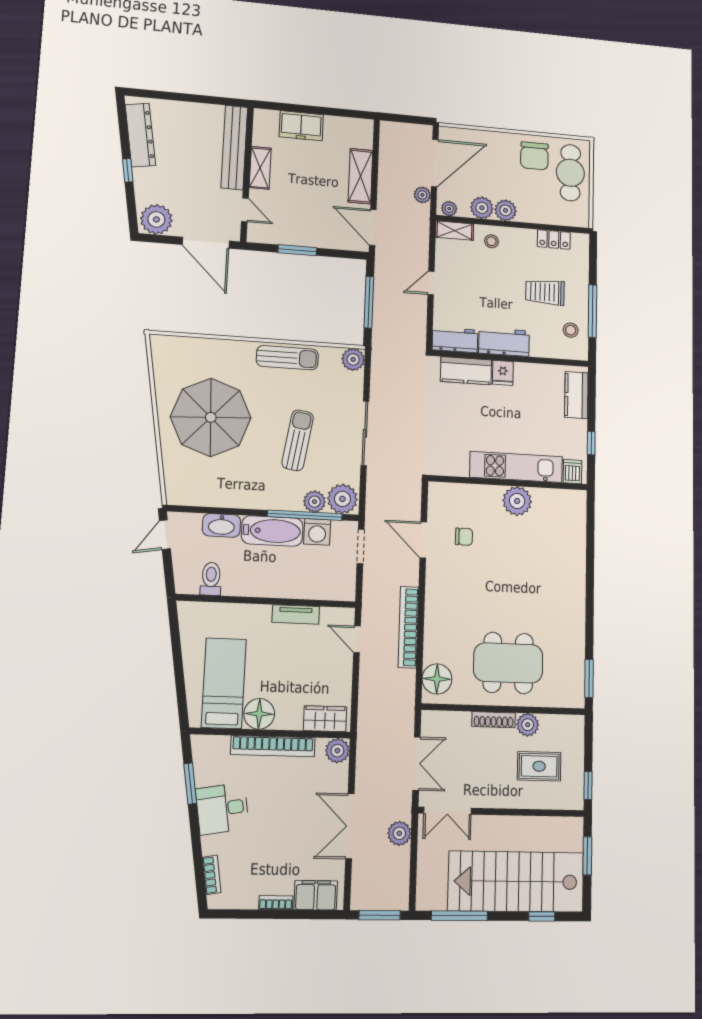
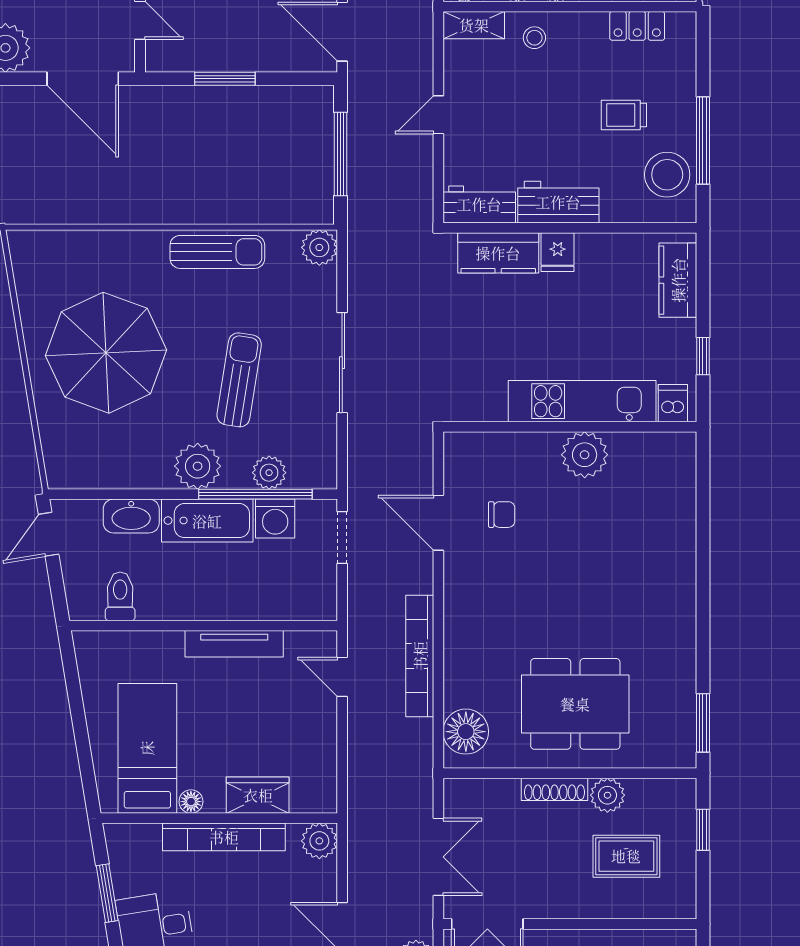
trolley: (545, 292) -> (624, 115), width x0.73, depth x0.72
stool: (571, 330) -> (667, 175), width x1.89, depth x1.89
plant: (342, 499) -> (198, 466), moved
tv unit: (296, 614) -> (234, 644), width x1.41
floor lamp: (259, 714) -> (191, 802), width x0.53, depth x0.53
wardrobe: (325, 719) -> (258, 795), moved
window: (588, 786) -> (703, 830), moved

